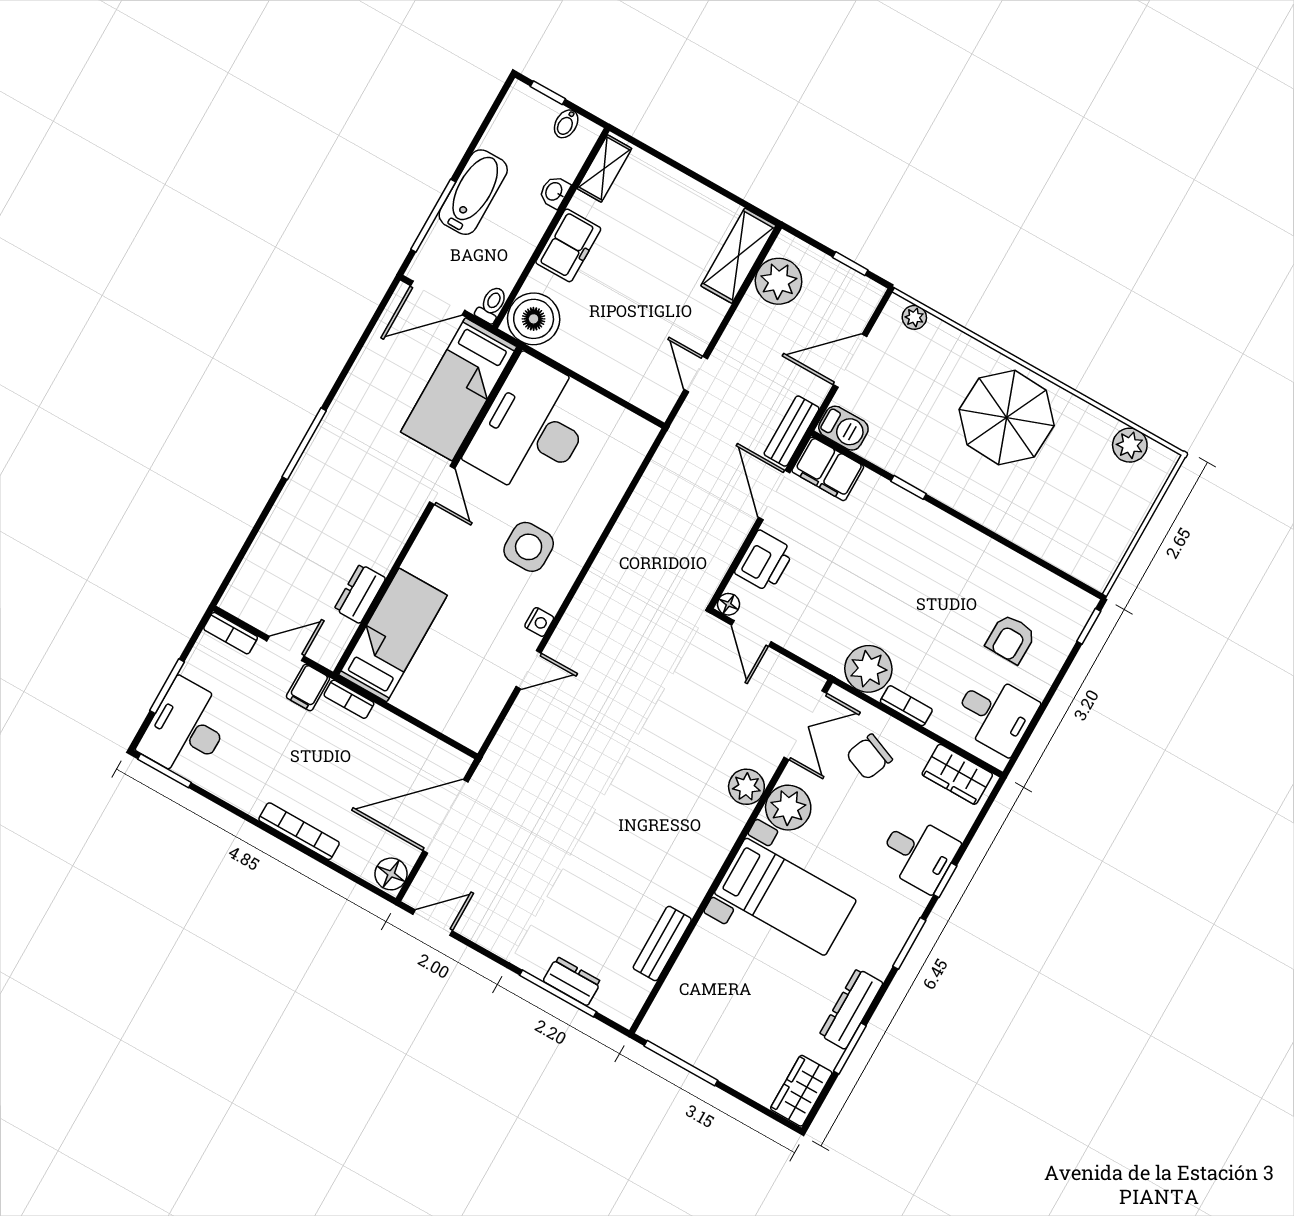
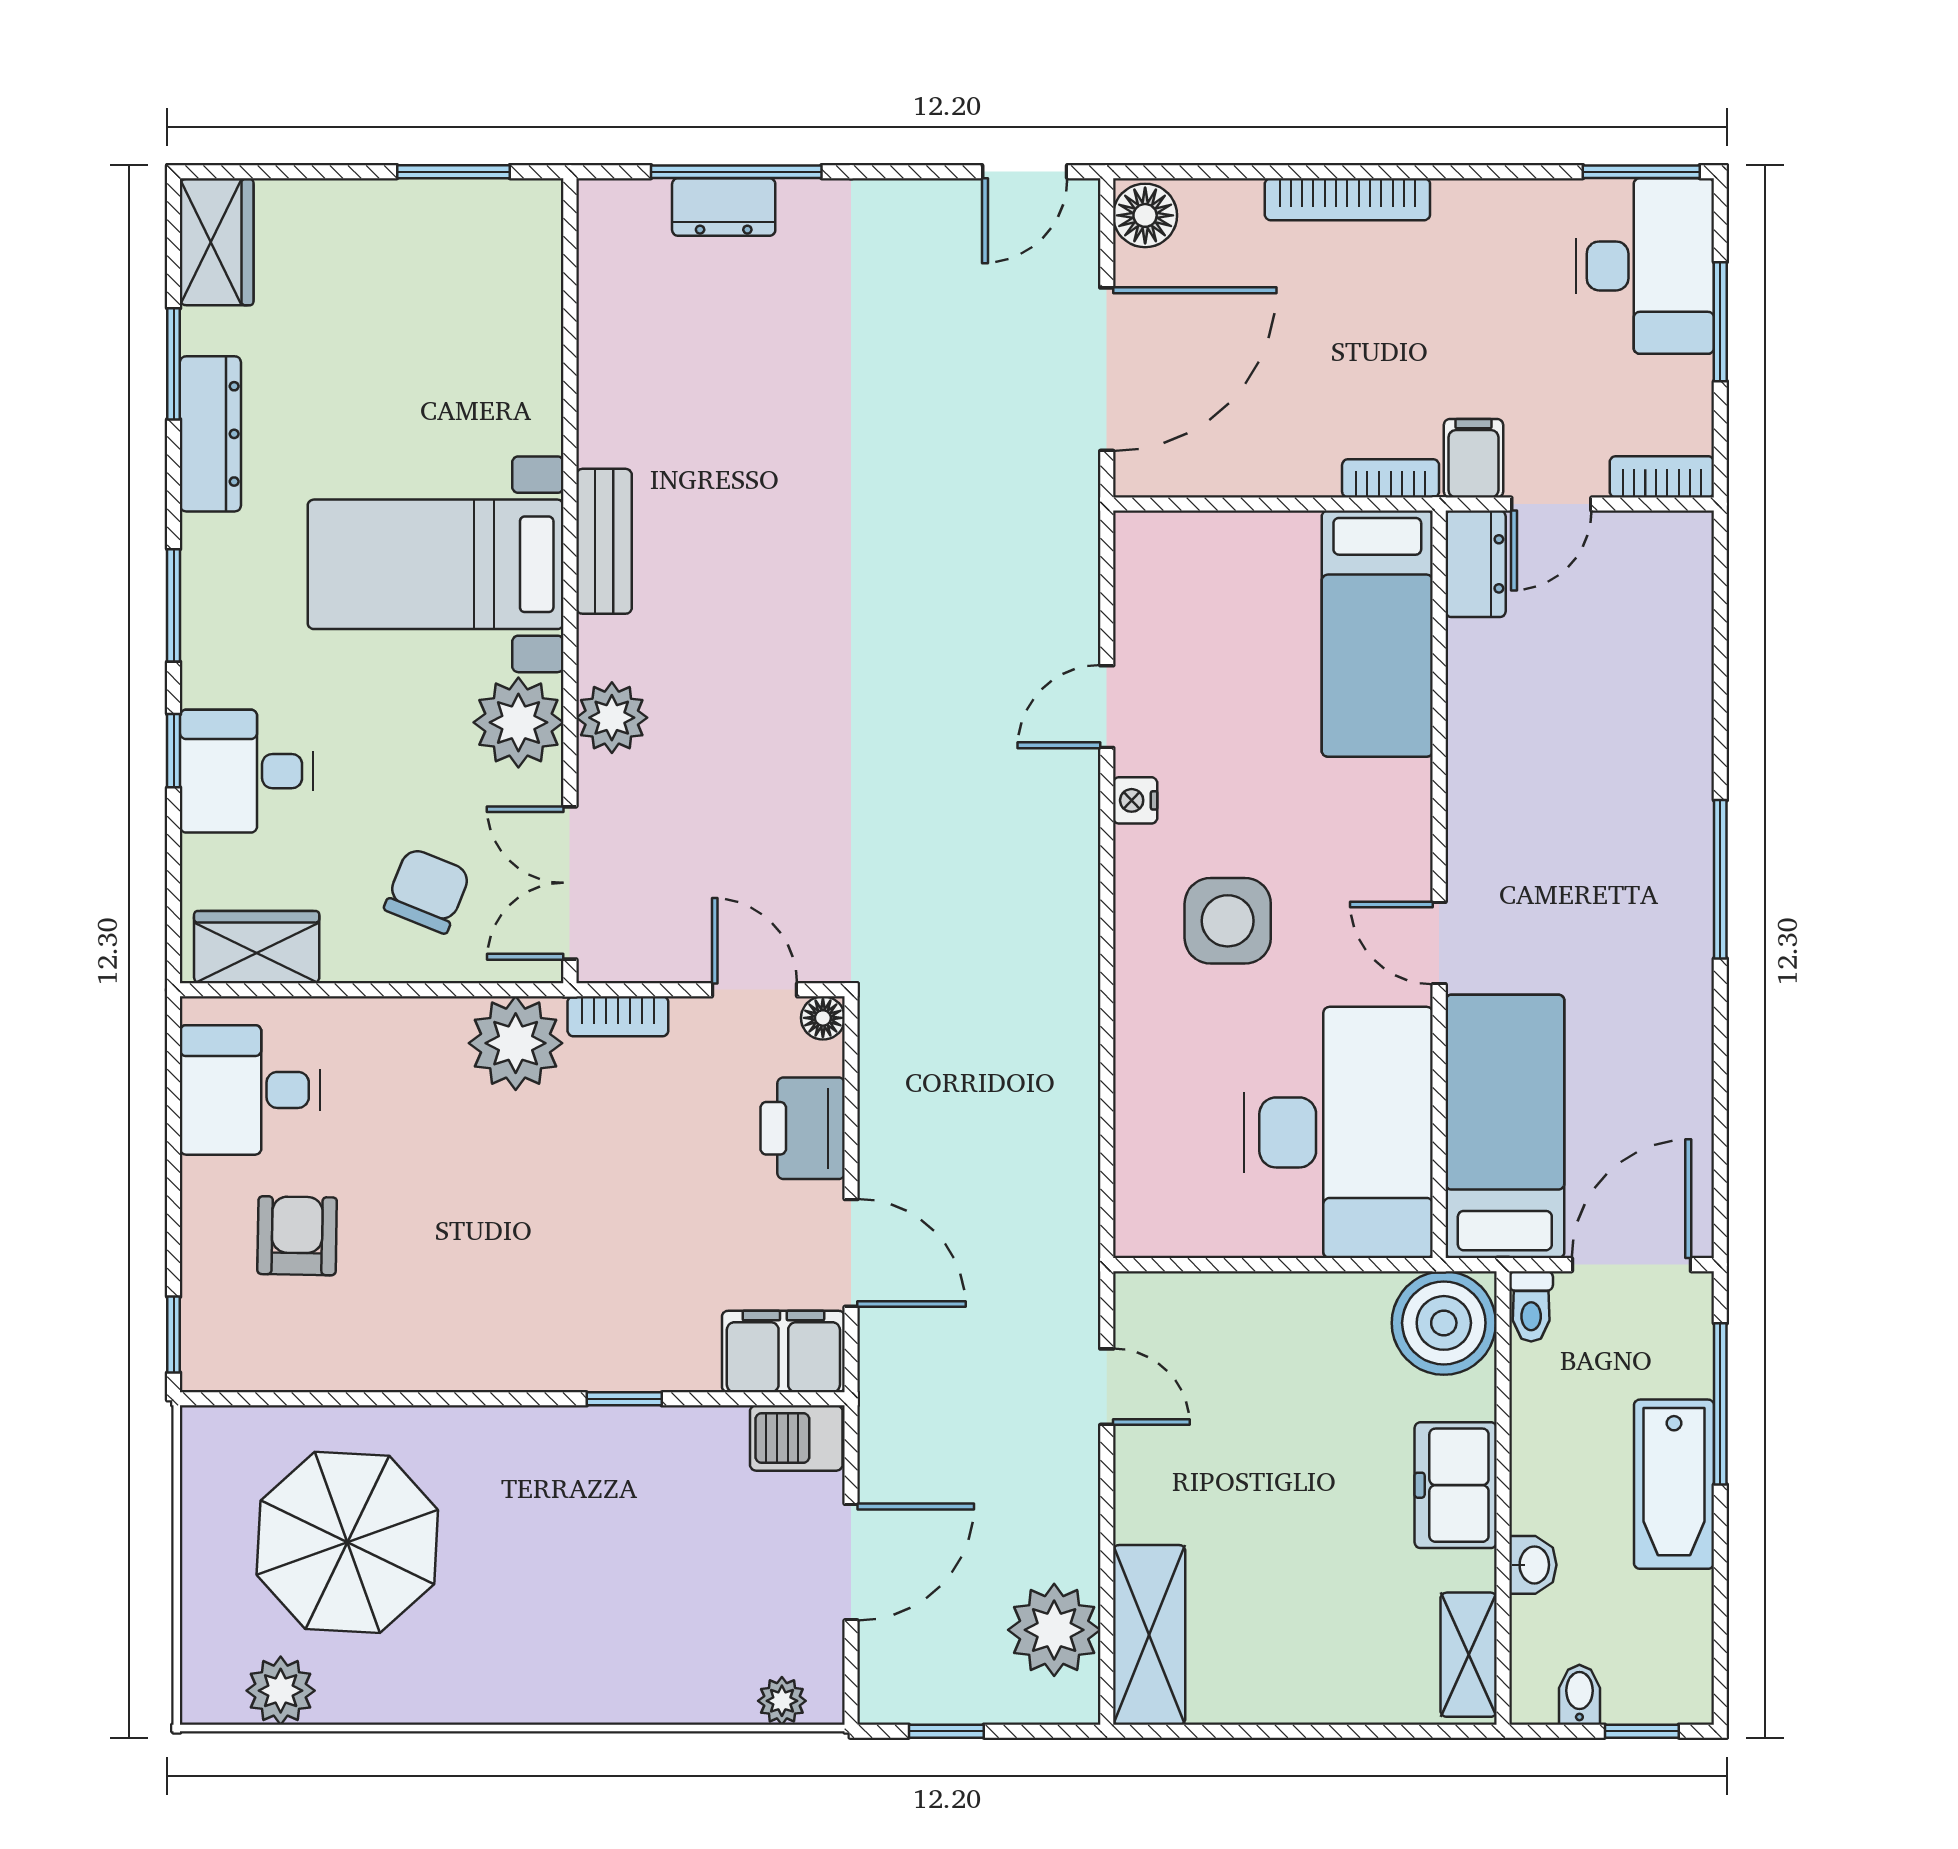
parasol: (1007, 418) -> (347, 1542), moved
bench: (792, 431) -> (884, 1382), removed
dresser: (360, 594) -> (1476, 564), moved
bookcase: (906, 706) -> (618, 1016), moved
bench: (662, 944) -> (604, 541), moved
window: (681, 1063) -> (453, 172), width x0.69

